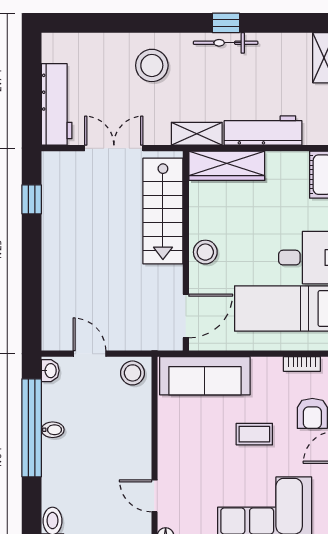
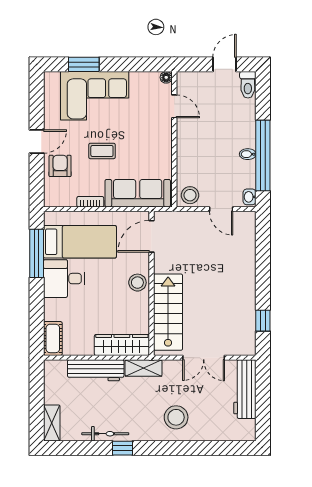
bicycle: (226, 43) -> (105, 434), moved
bookcase: (302, 364) -> (90, 202), moved

